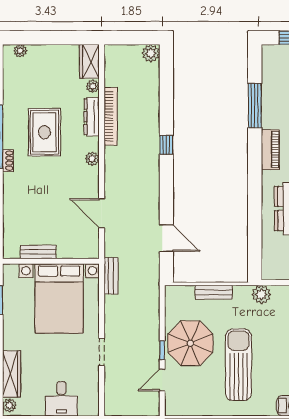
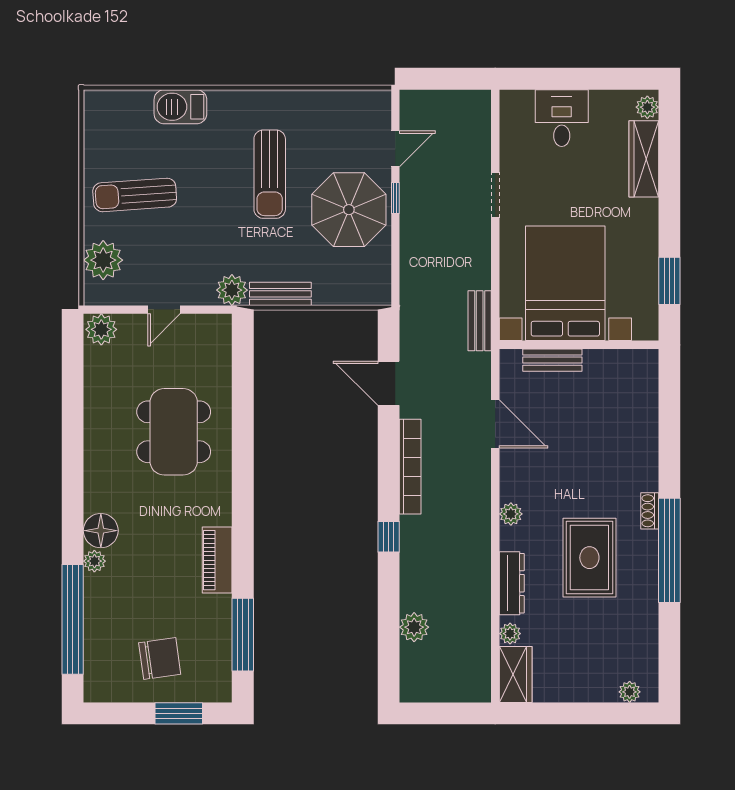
plant: (151, 53) -> (414, 627), moved
window: (255, 106) -> (243, 635), moved
bookcase: (111, 116) -> (410, 467), moved, turned 180
piano: (270, 150) -> (217, 560), moved
bench: (38, 252) -> (552, 360), moved
bench: (214, 292) -> (280, 294), moved
sun lounger: (238, 365) -> (270, 174), width x0.73, depth x0.75

